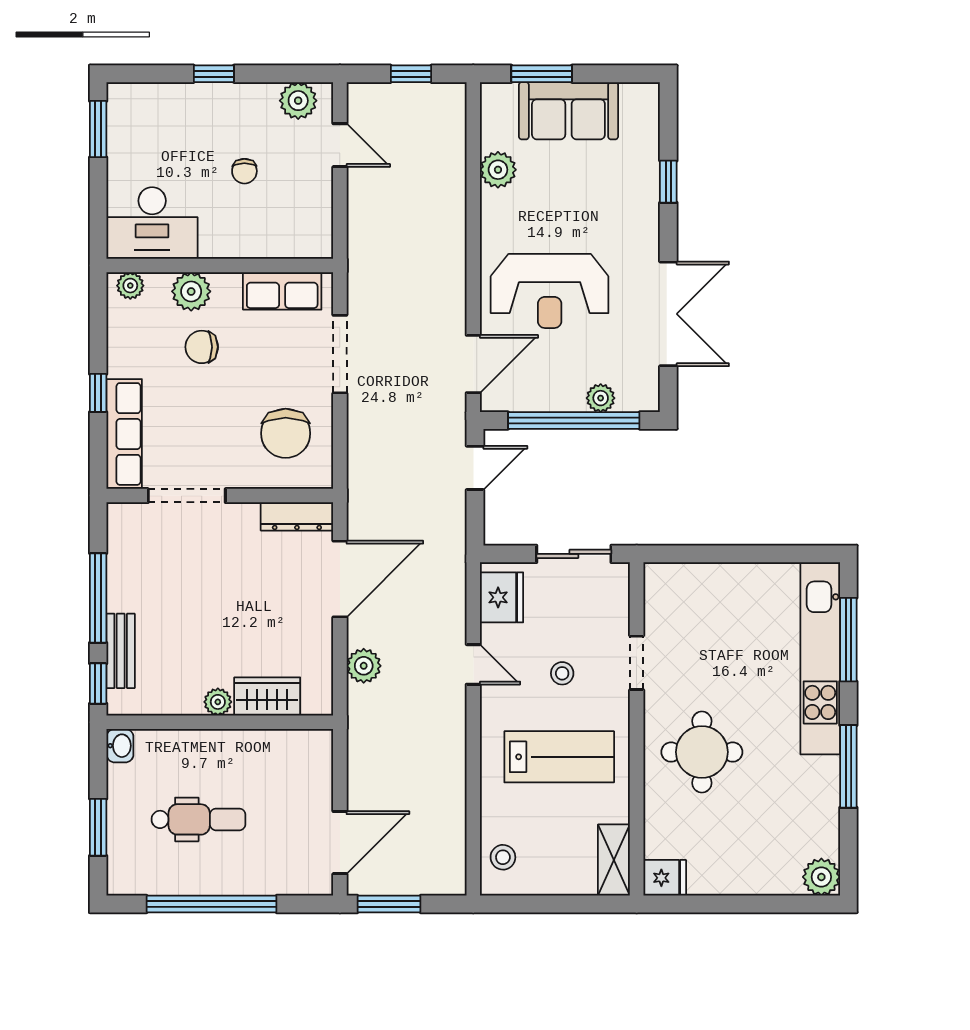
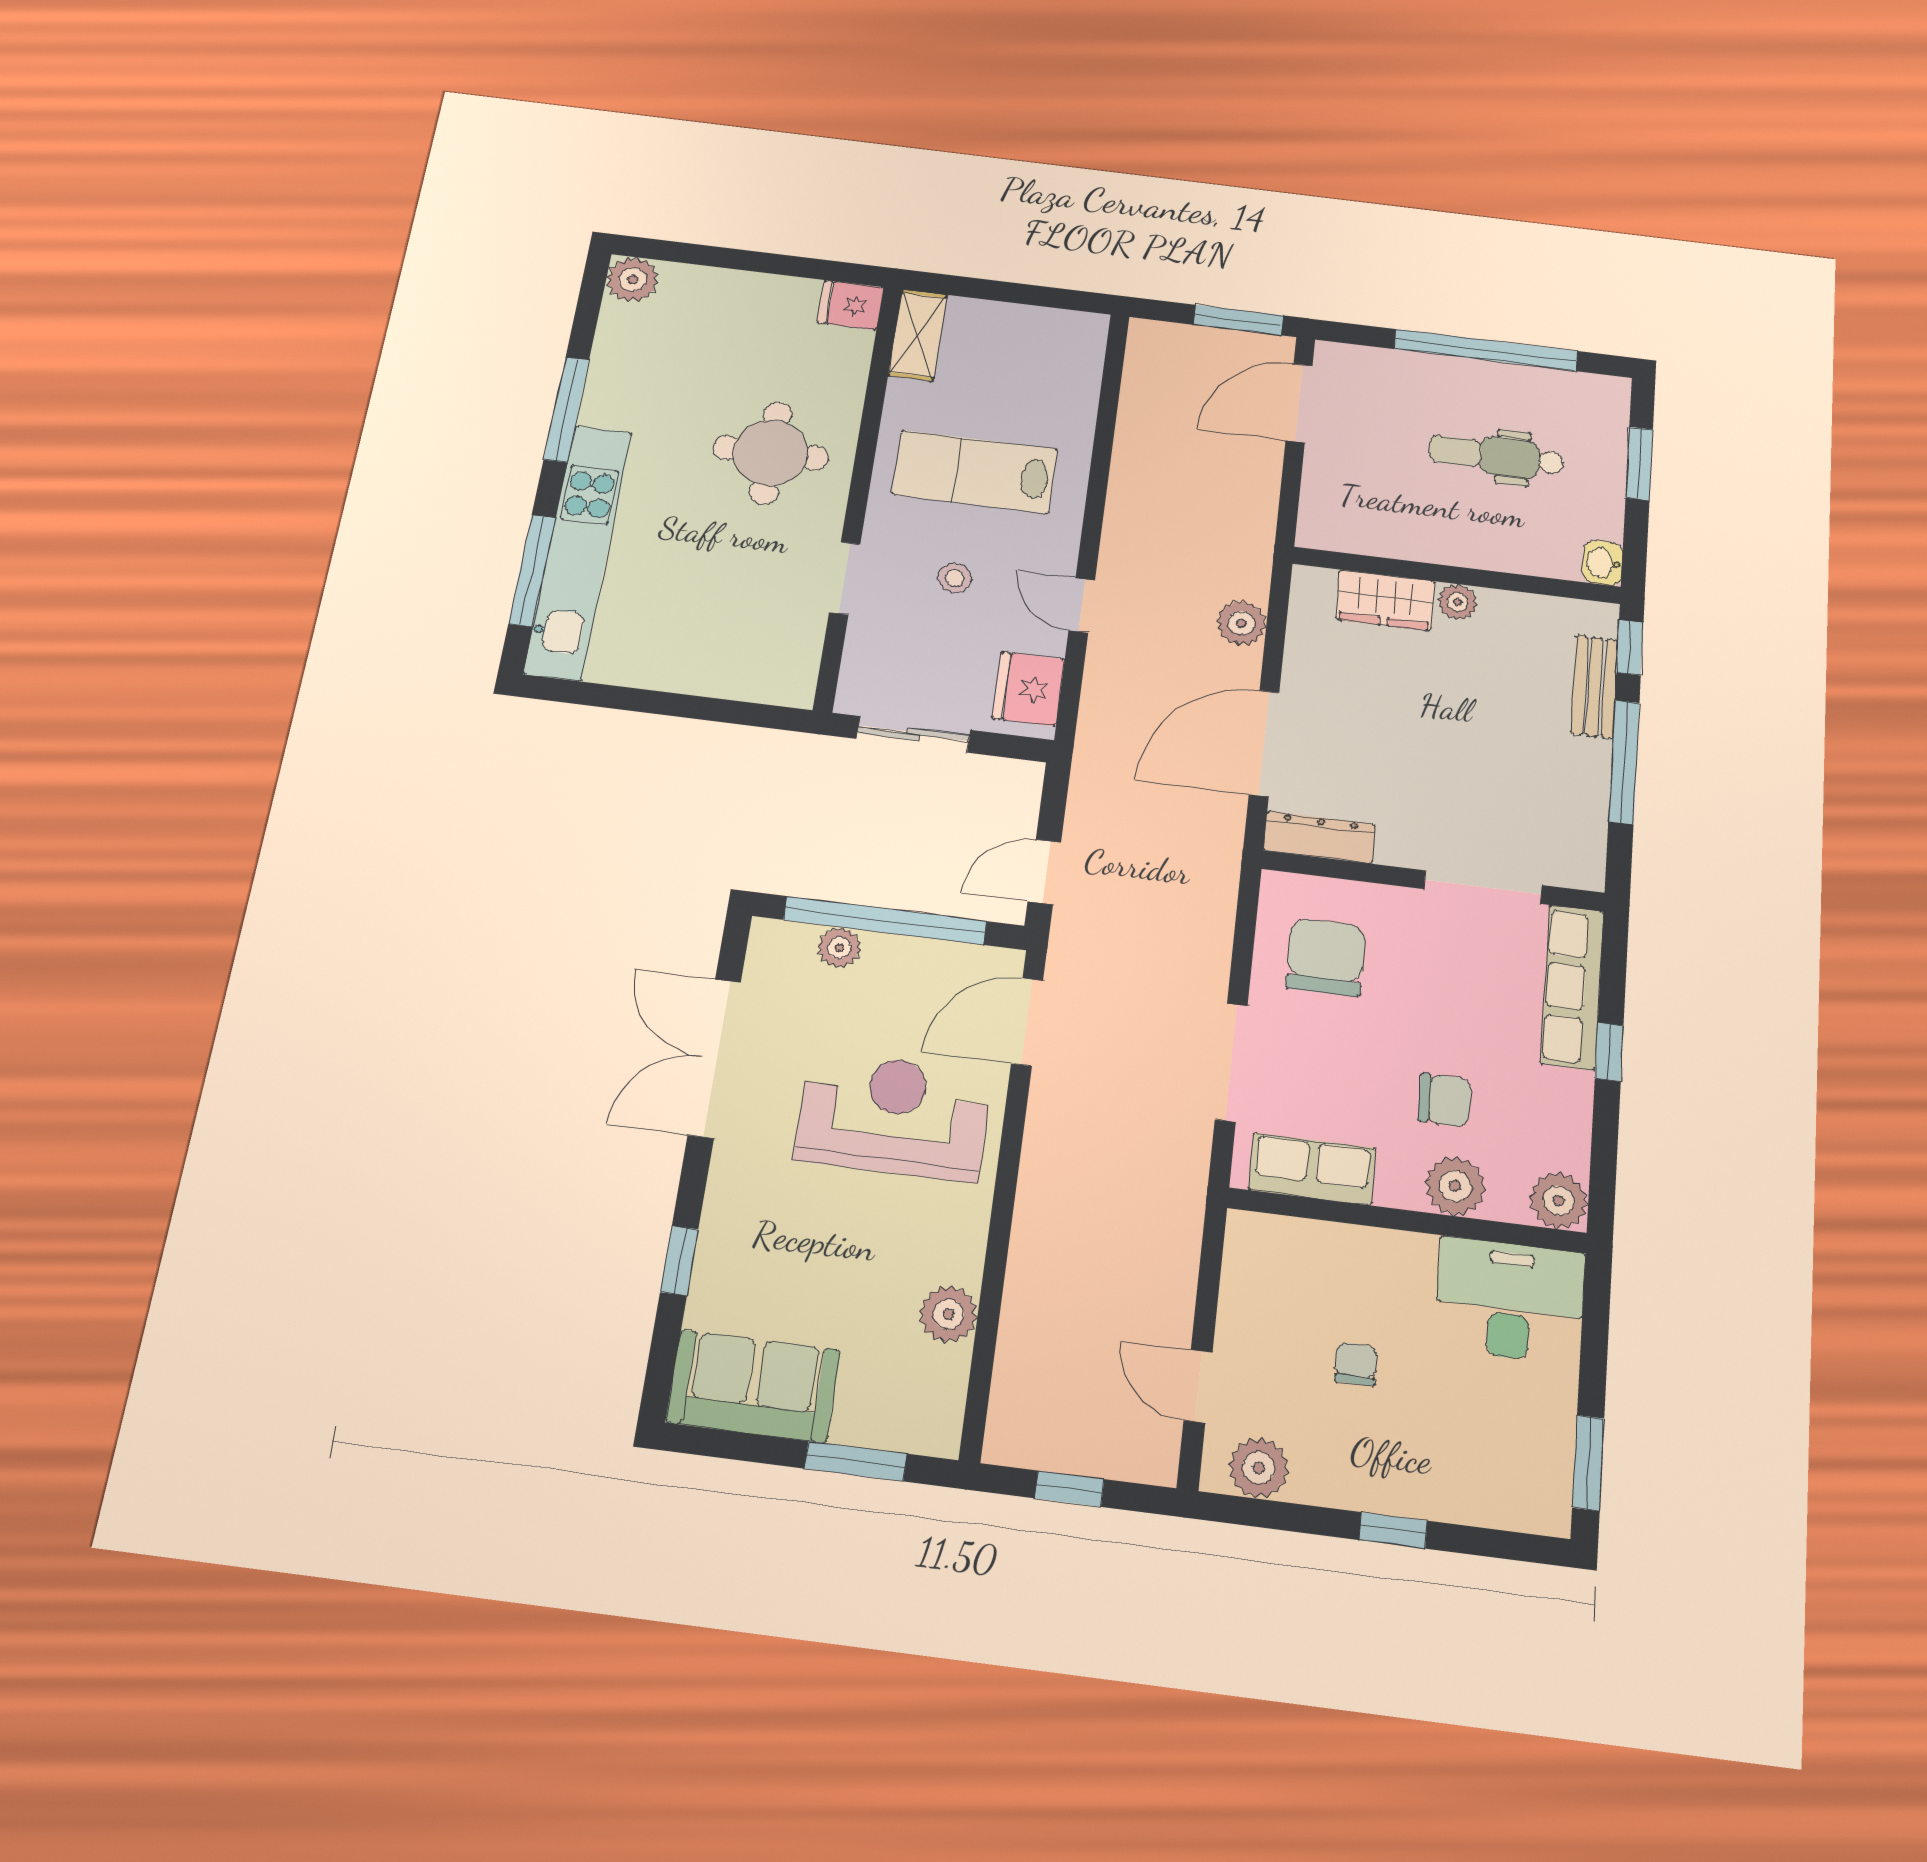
sofa: (568, 111) -> (753, 1386), moved
plant: (130, 286) -> (1559, 1201), width x1.38, depth x1.38
stool: (503, 857) -> (1072, 357), removed

